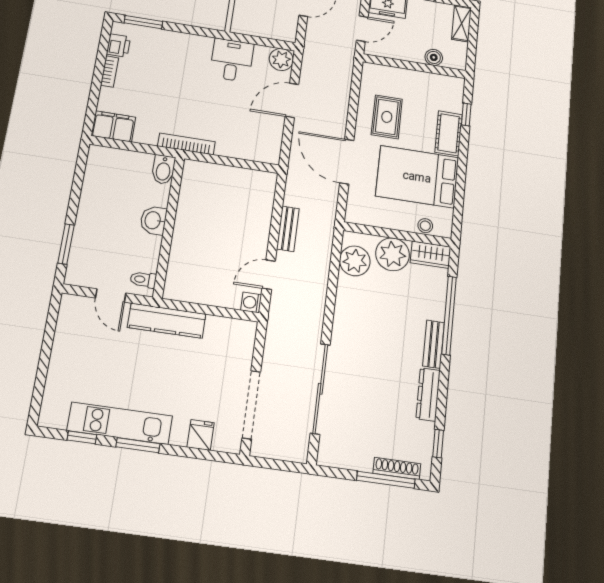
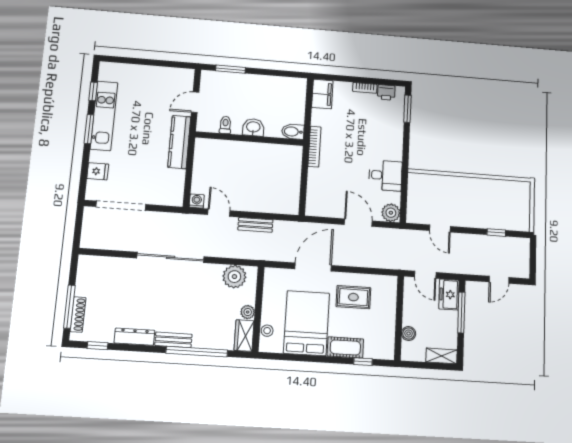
plant: (392, 254) -> (248, 312), width x0.53, depth x0.53
toilet: (143, 280) -> (225, 125), moved
sliding door: (320, 389) -> (171, 257), moved

